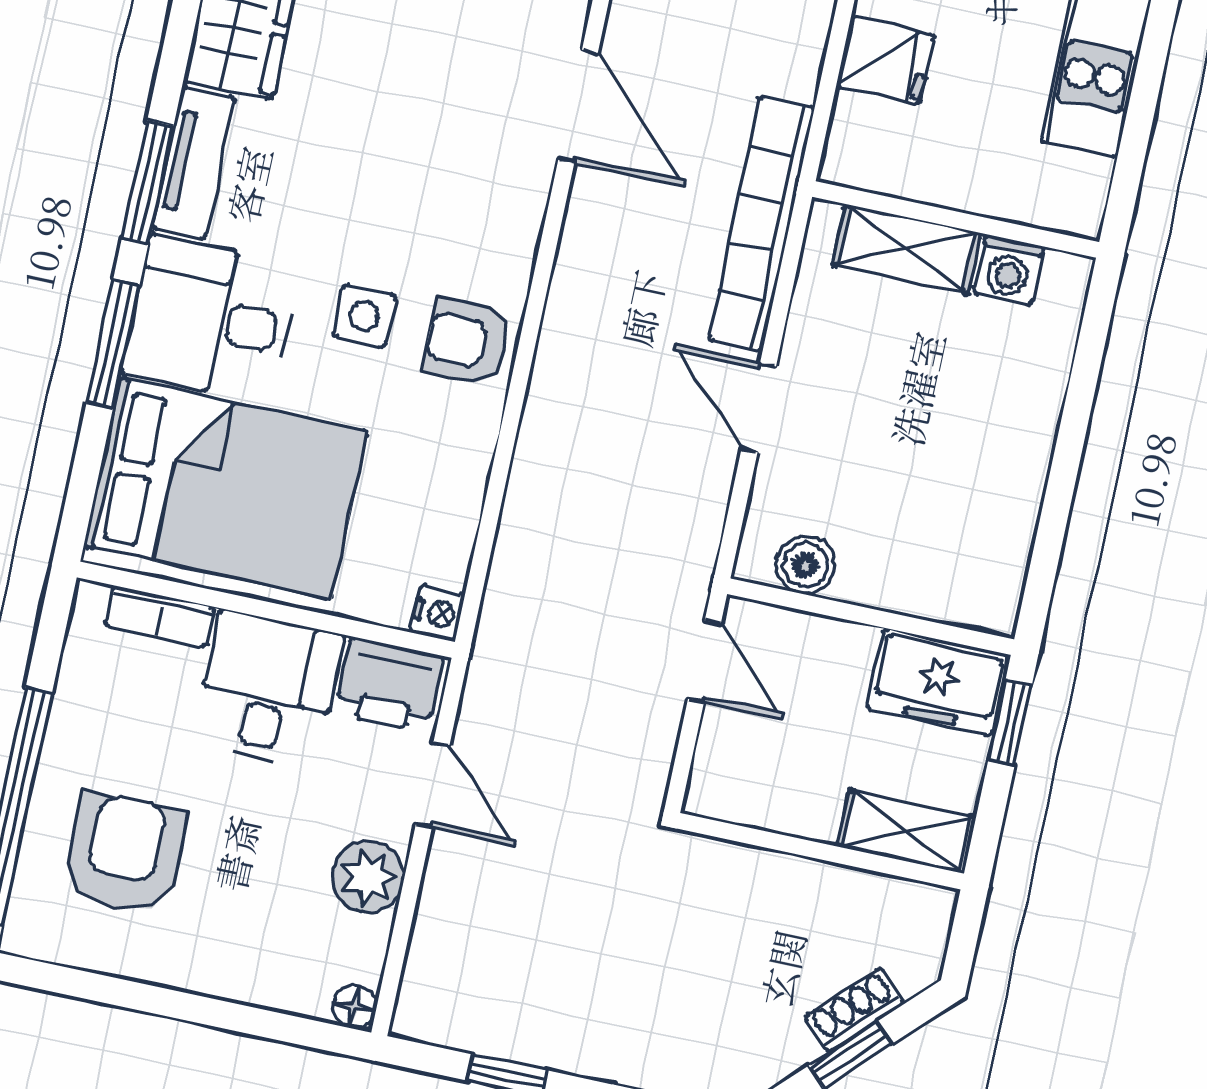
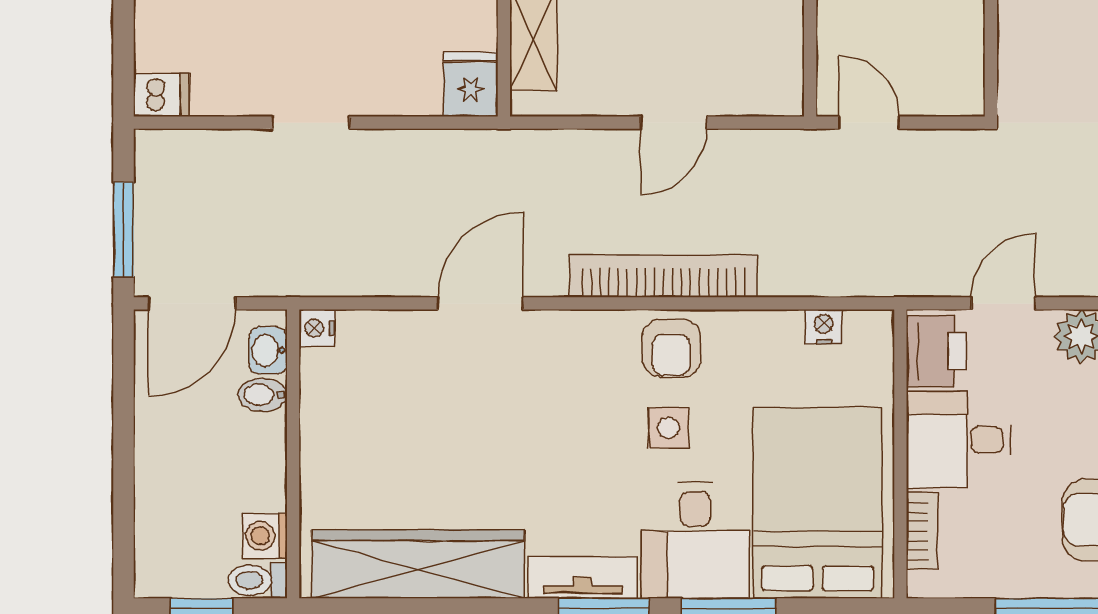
fridge: (885, 61) -> (471, 84), moved
bookcase: (761, 223) -> (664, 276), moved, turned 180
boiler: (805, 565) -> (782, 63), removed
nightstand: (438, 613) -> (824, 327), moved
door: (704, 661) -> (869, 123), hinge flipped

